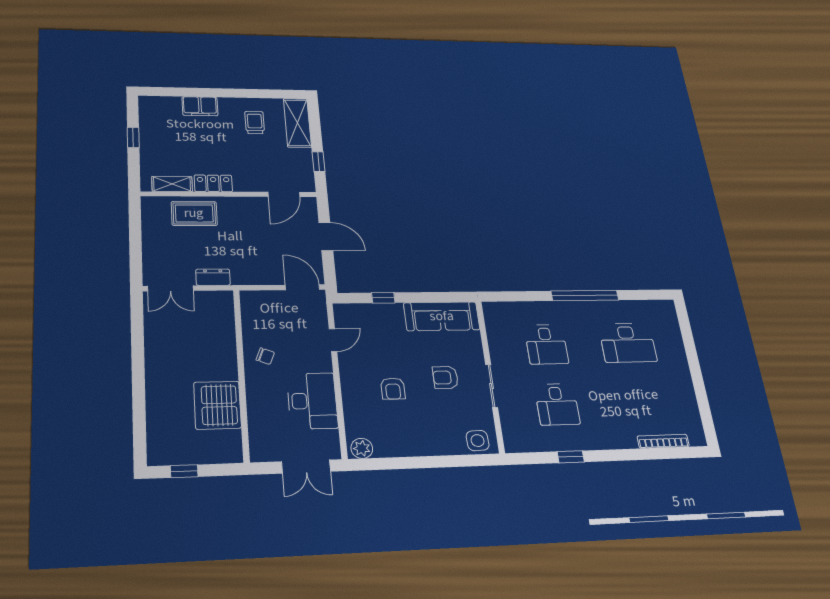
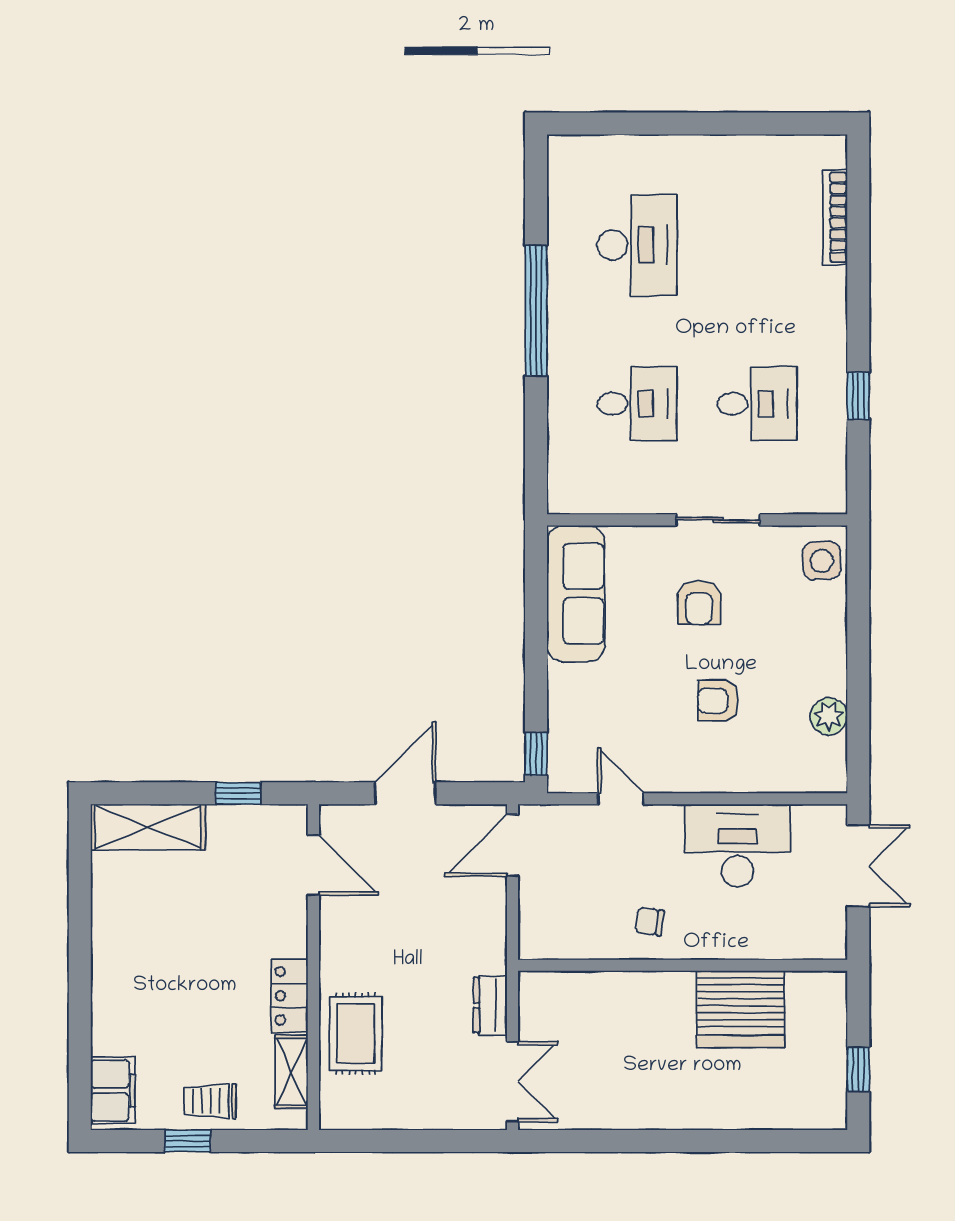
filing cabinet: (200, 106) -> (113, 1091), moved
trolley: (255, 123) -> (210, 1101), moved
window: (383, 298) -> (536, 754), moved
chair: (265, 356) -> (650, 922), turned -105
armchair: (393, 389) -> (718, 701), turned 180
plant: (362, 448) -> (829, 716), moved

